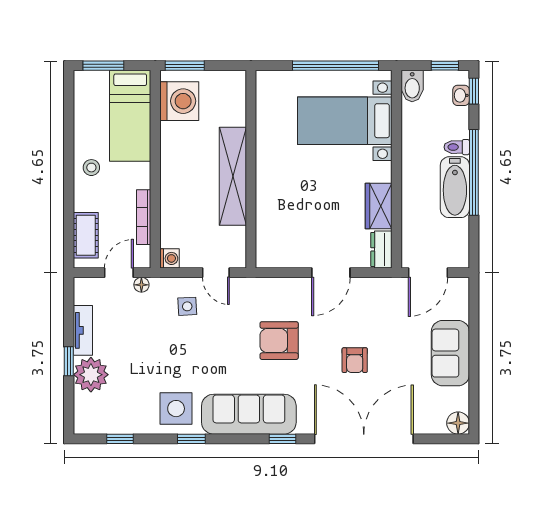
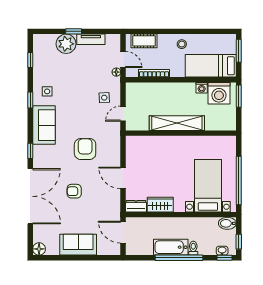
washing machine: (170, 258) -> (202, 88), moved
side table: (176, 409) -> (47, 91), width x0.54, depth x0.54
sofa: (249, 414) -> (44, 125), width x0.73

